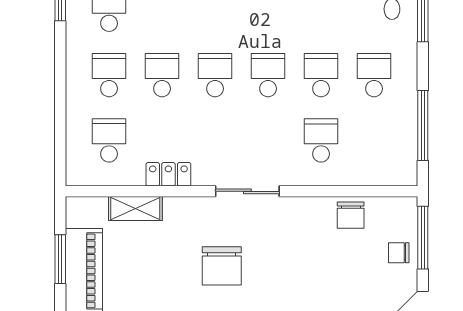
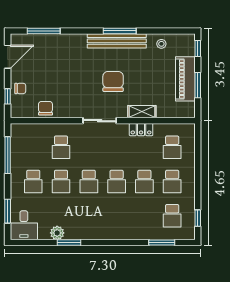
shelving: (135, 208) -> (142, 112), moved
window: (423, 238) -> (8, 96), width x0.46

